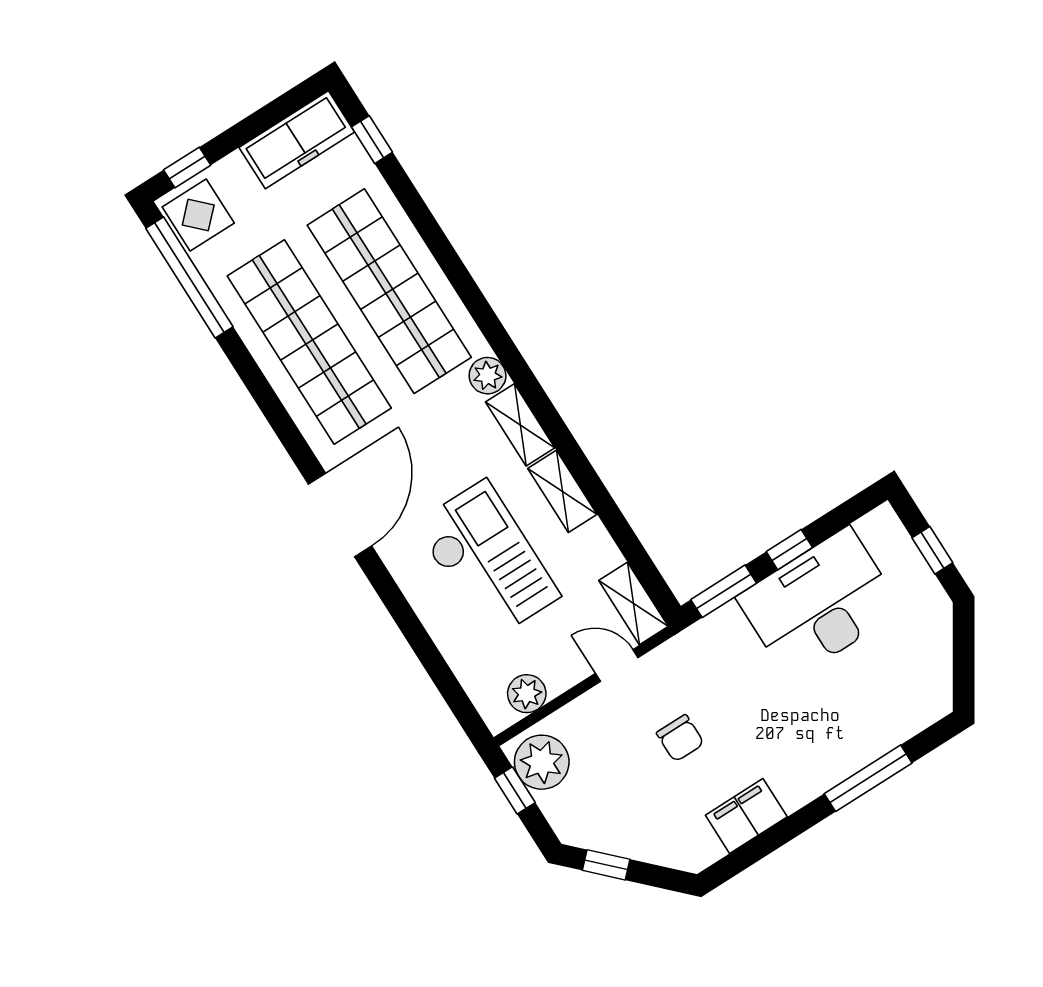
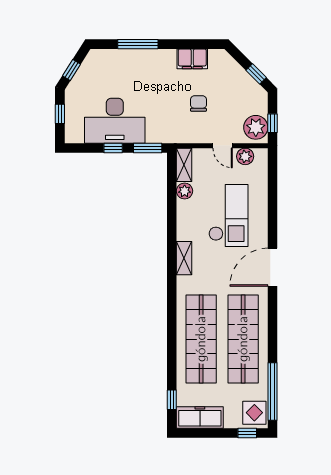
plant: (488, 376) -> (185, 191), moved
shelving: (562, 491) -> (184, 223), removed
checkout: (487, 560) -> (228, 216), turned 180
window: (964, 648) -> (71, 70), added
door: (617, 665) -> (223, 146), moved

